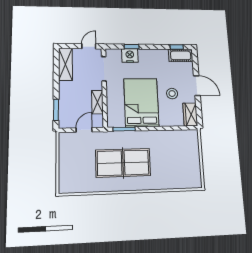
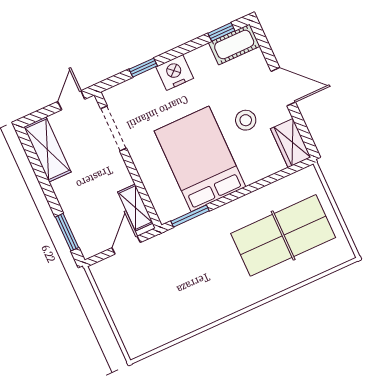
nightstand: (130, 56) -> (175, 73), moved
shelving: (97, 102) -> (135, 208), moved
table tennis table: (123, 163) -> (283, 235), moved

